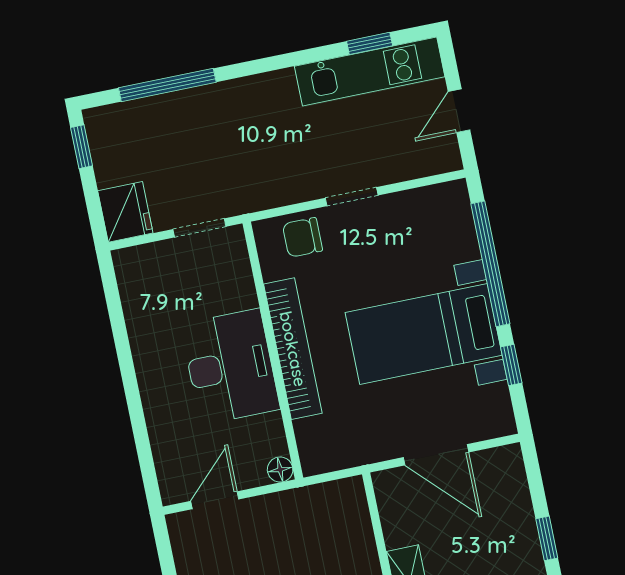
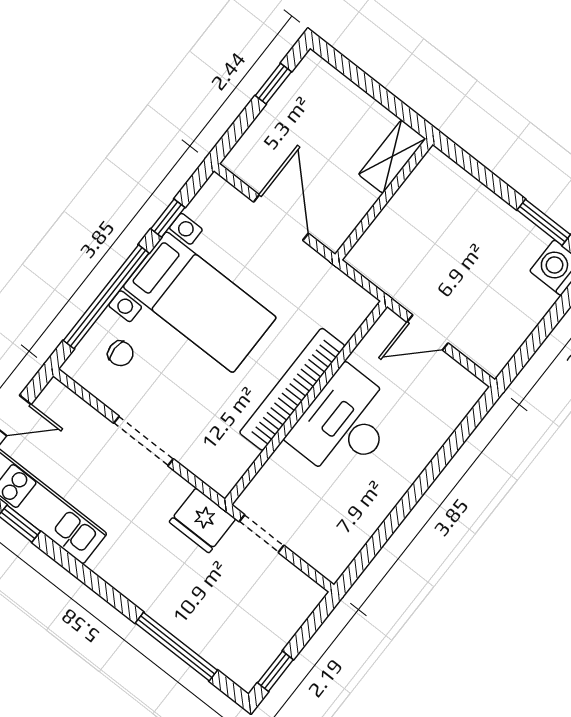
doorway: (352, 197) -> (143, 441), width x1.38
fridge: (125, 212) -> (202, 520), moved, turned -90
chair: (302, 237) -> (121, 353), moved, width x0.73, depth x0.73
floor lamp: (280, 470) -> (389, 323), removed
door: (215, 500) -> (428, 333), moved

